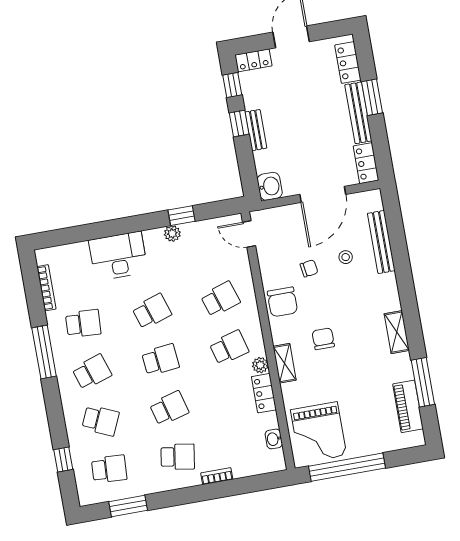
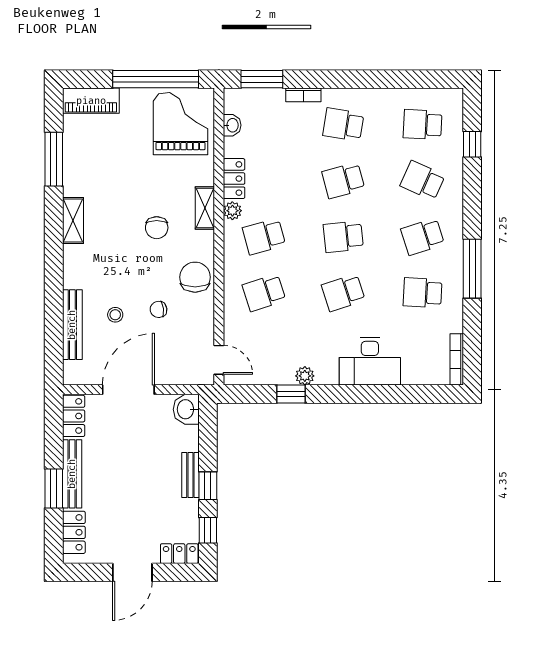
bookcase: (46, 288) -> (457, 359), moved
piano: (408, 406) -> (91, 101), moved, turned 90
window: (128, 506) -> (262, 79), moved

